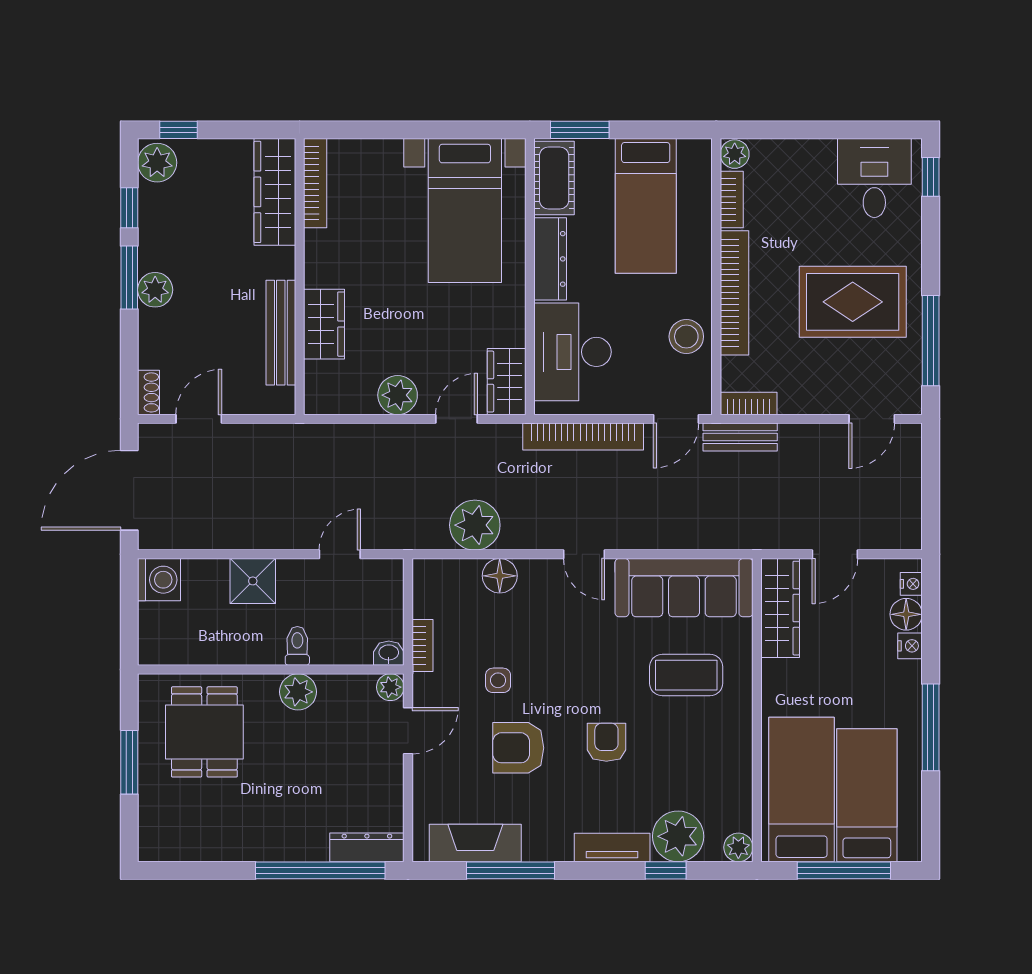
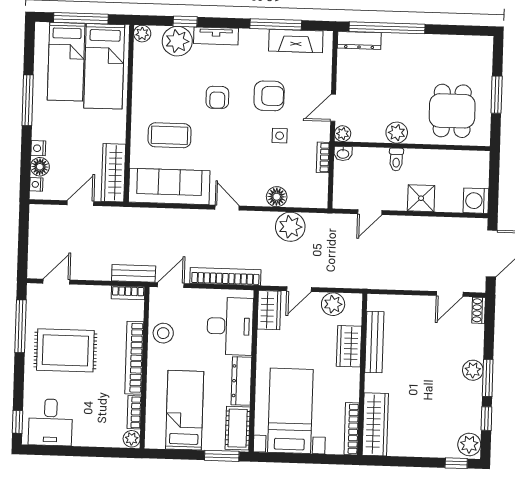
bookcase: (315, 183) -> (352, 429), moved
wardrobe: (275, 192) -> (375, 424), moved
wall: (300, 277) -> (362, 374), moved
wardrobe: (324, 324) -> (349, 346), moved
bench: (281, 333) -> (374, 342), moved

